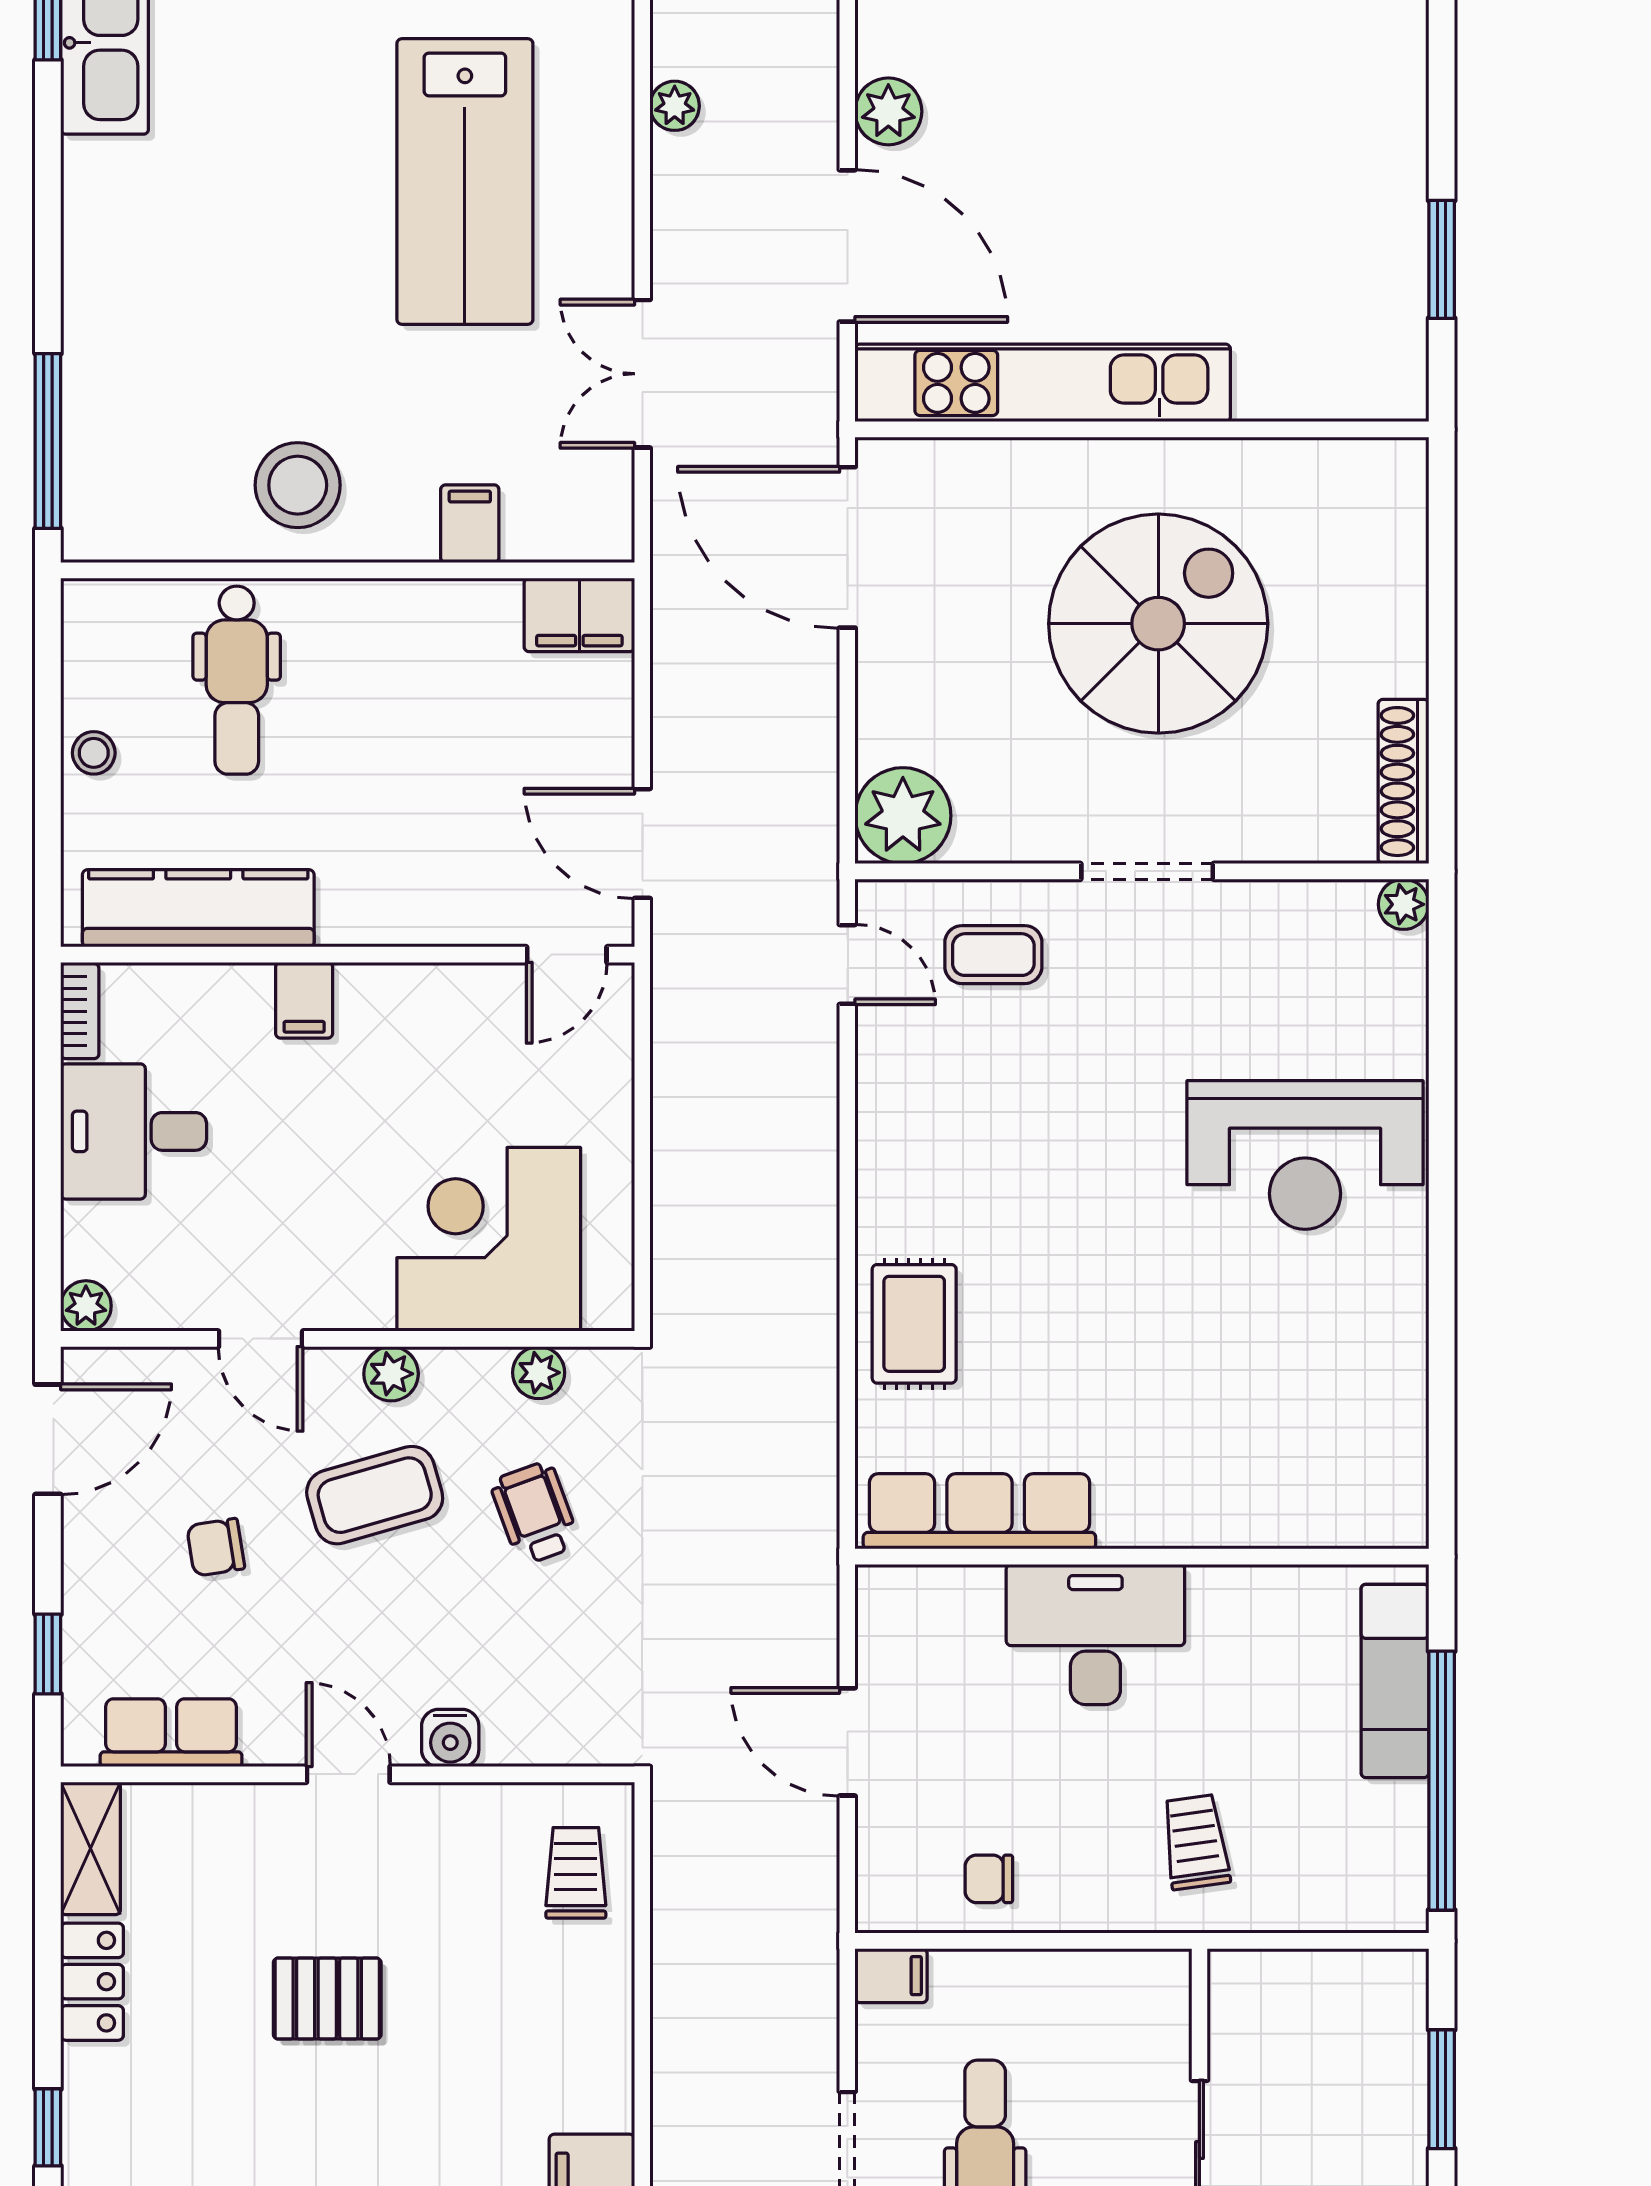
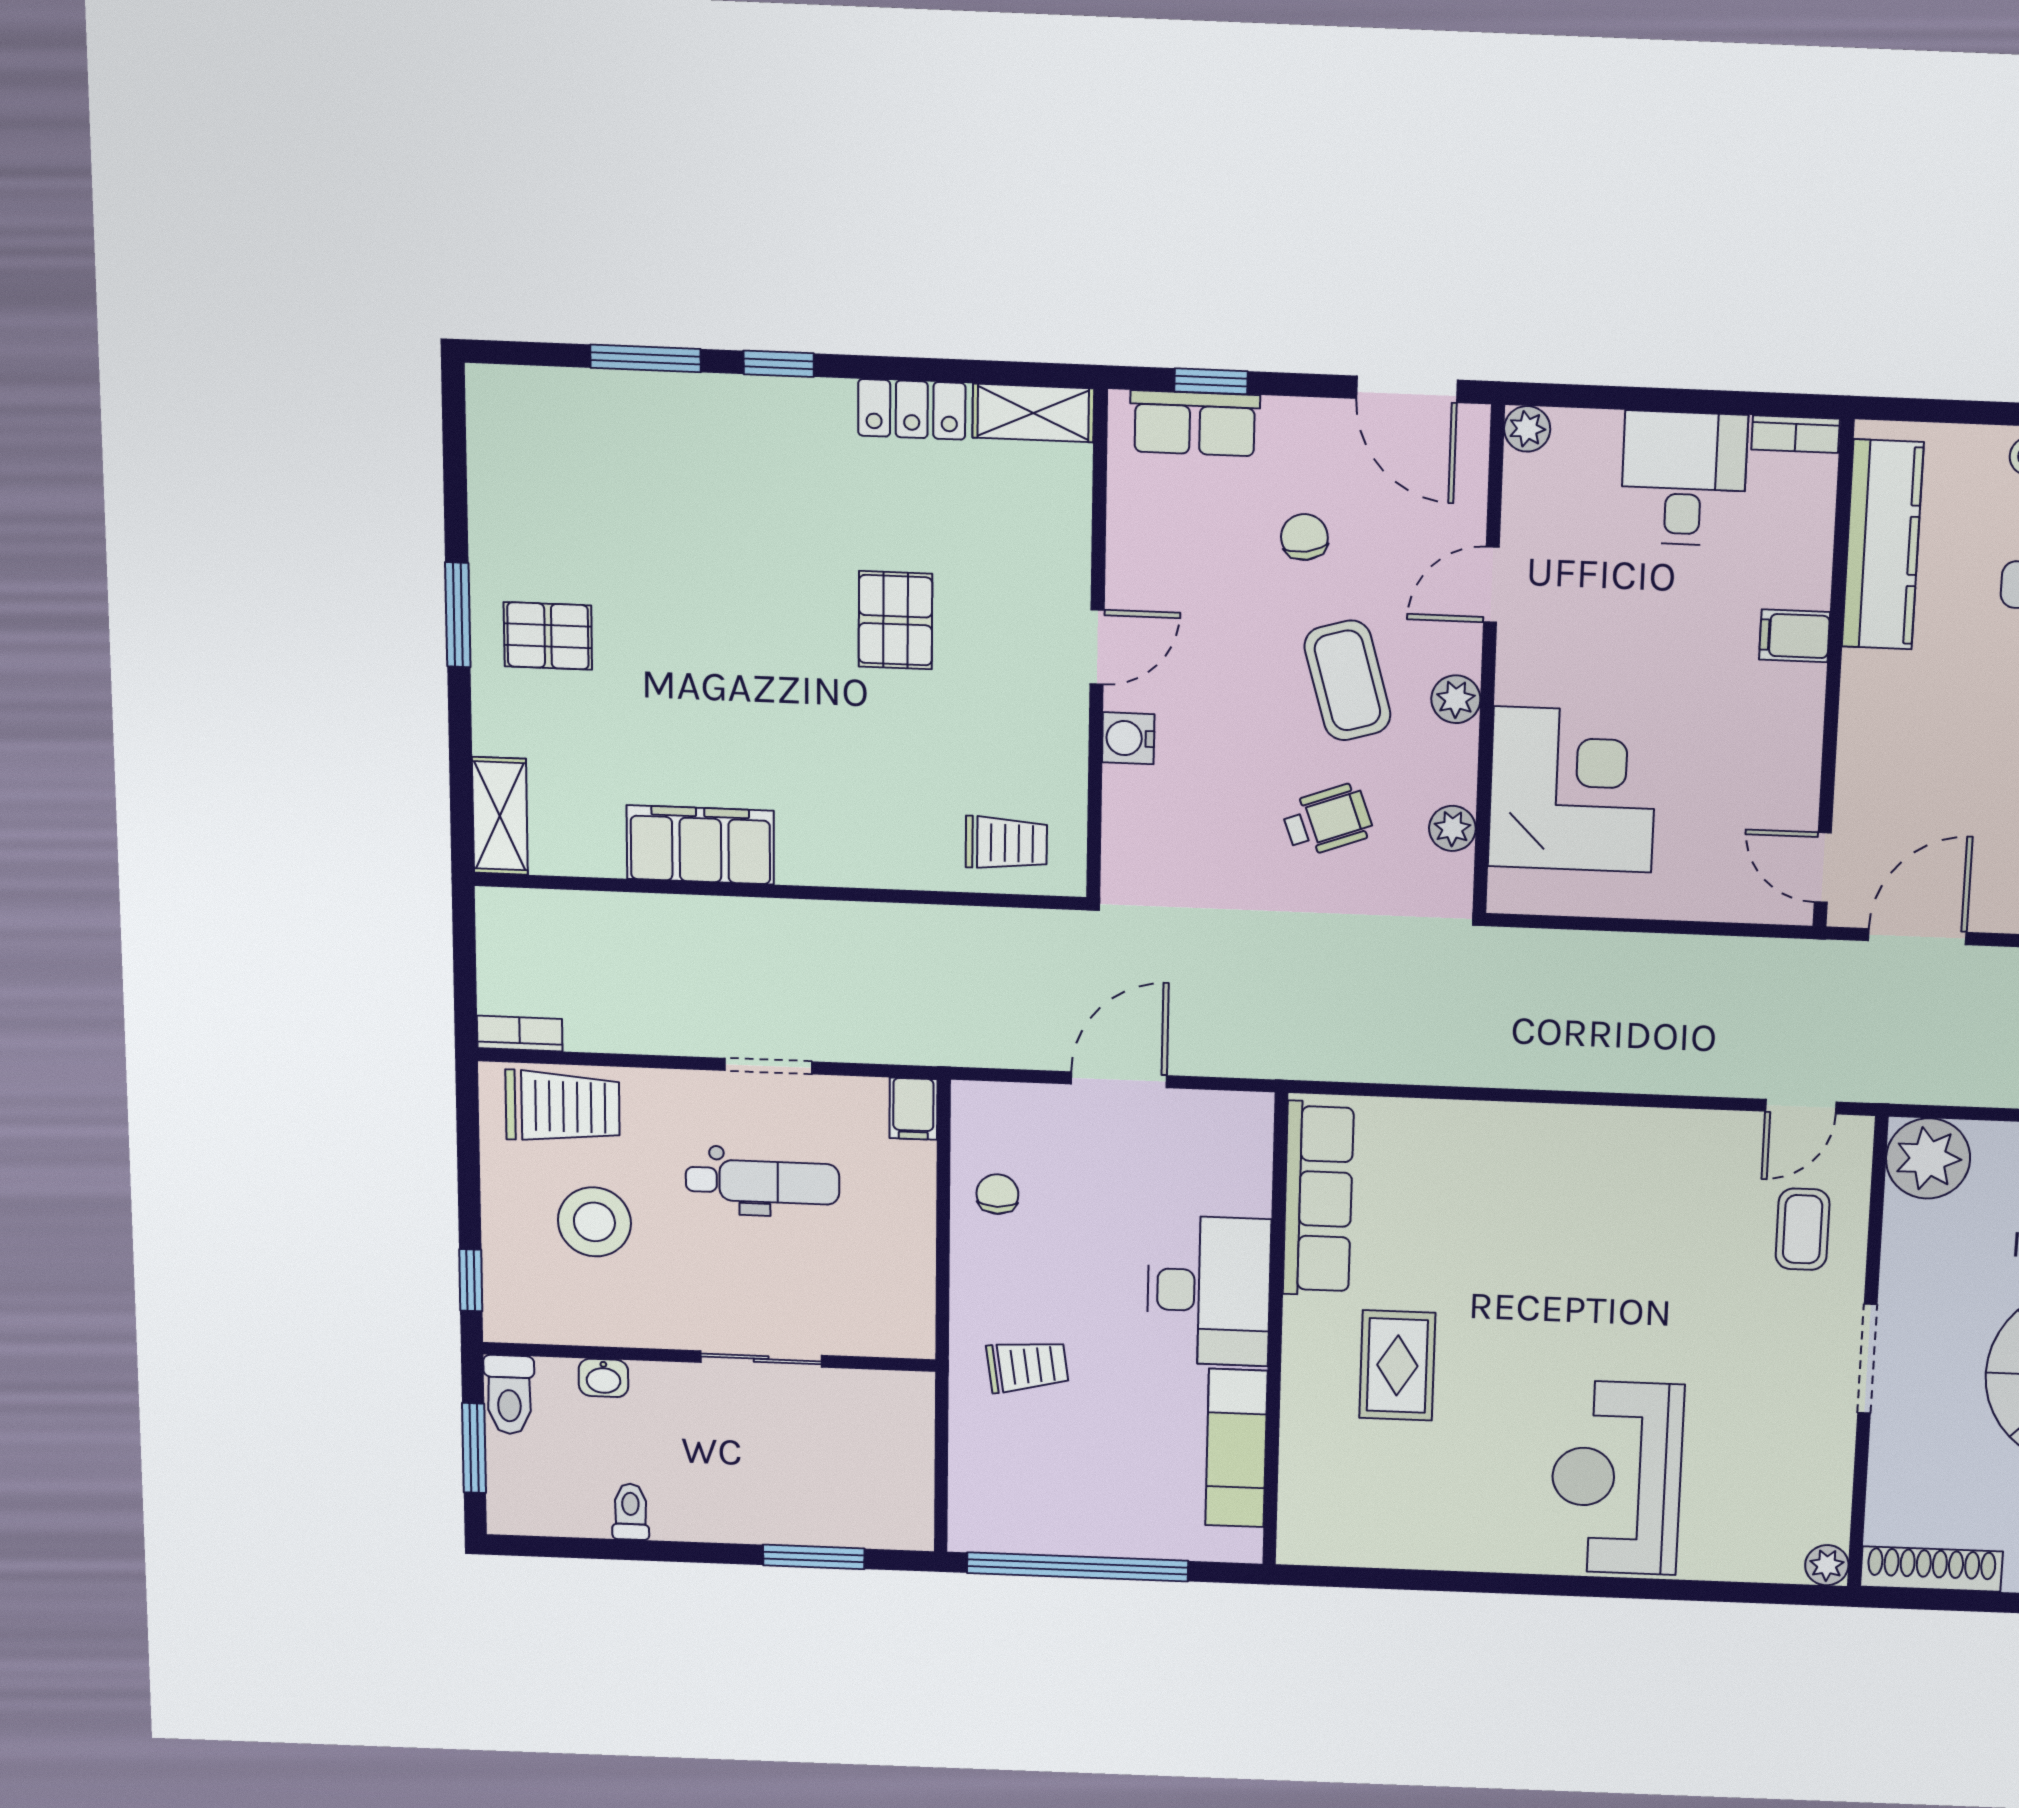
rug: (914, 1324) -> (1397, 1365), moved, turned 90
exam couch: (1395, 1681) -> (1236, 1448), moved, turned -90
row of seats: (171, 1733) -> (1195, 423), moved, turned 90

